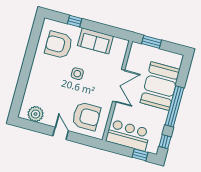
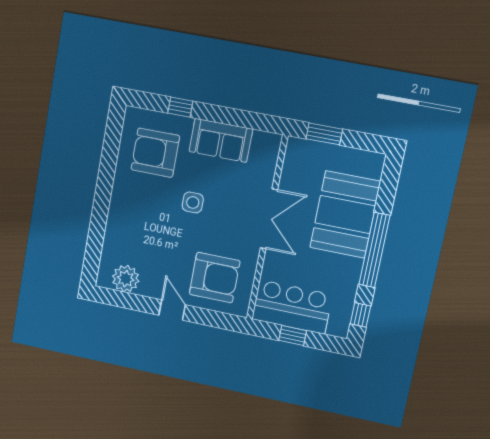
window: (140, 155) -> (293, 336), moved

